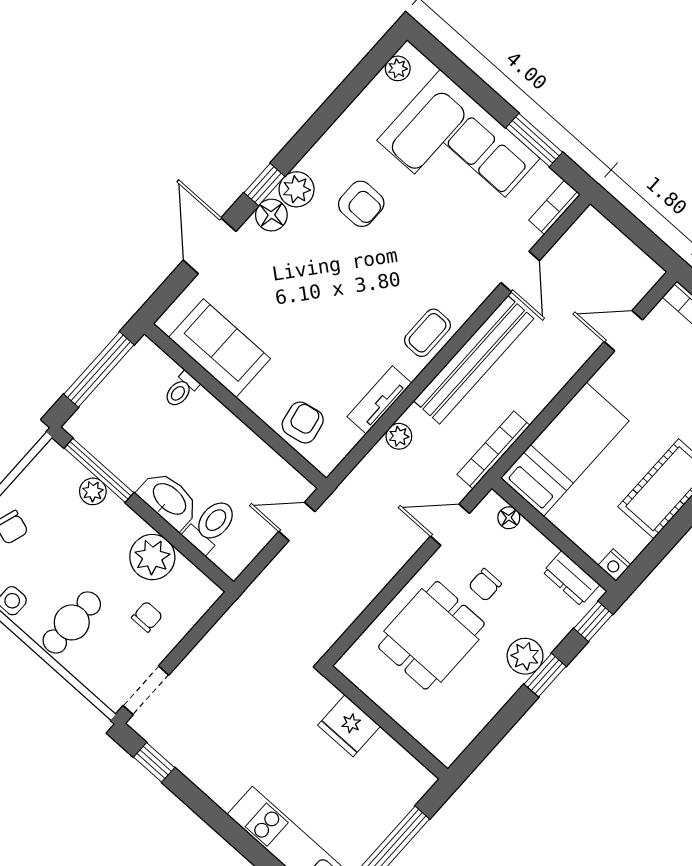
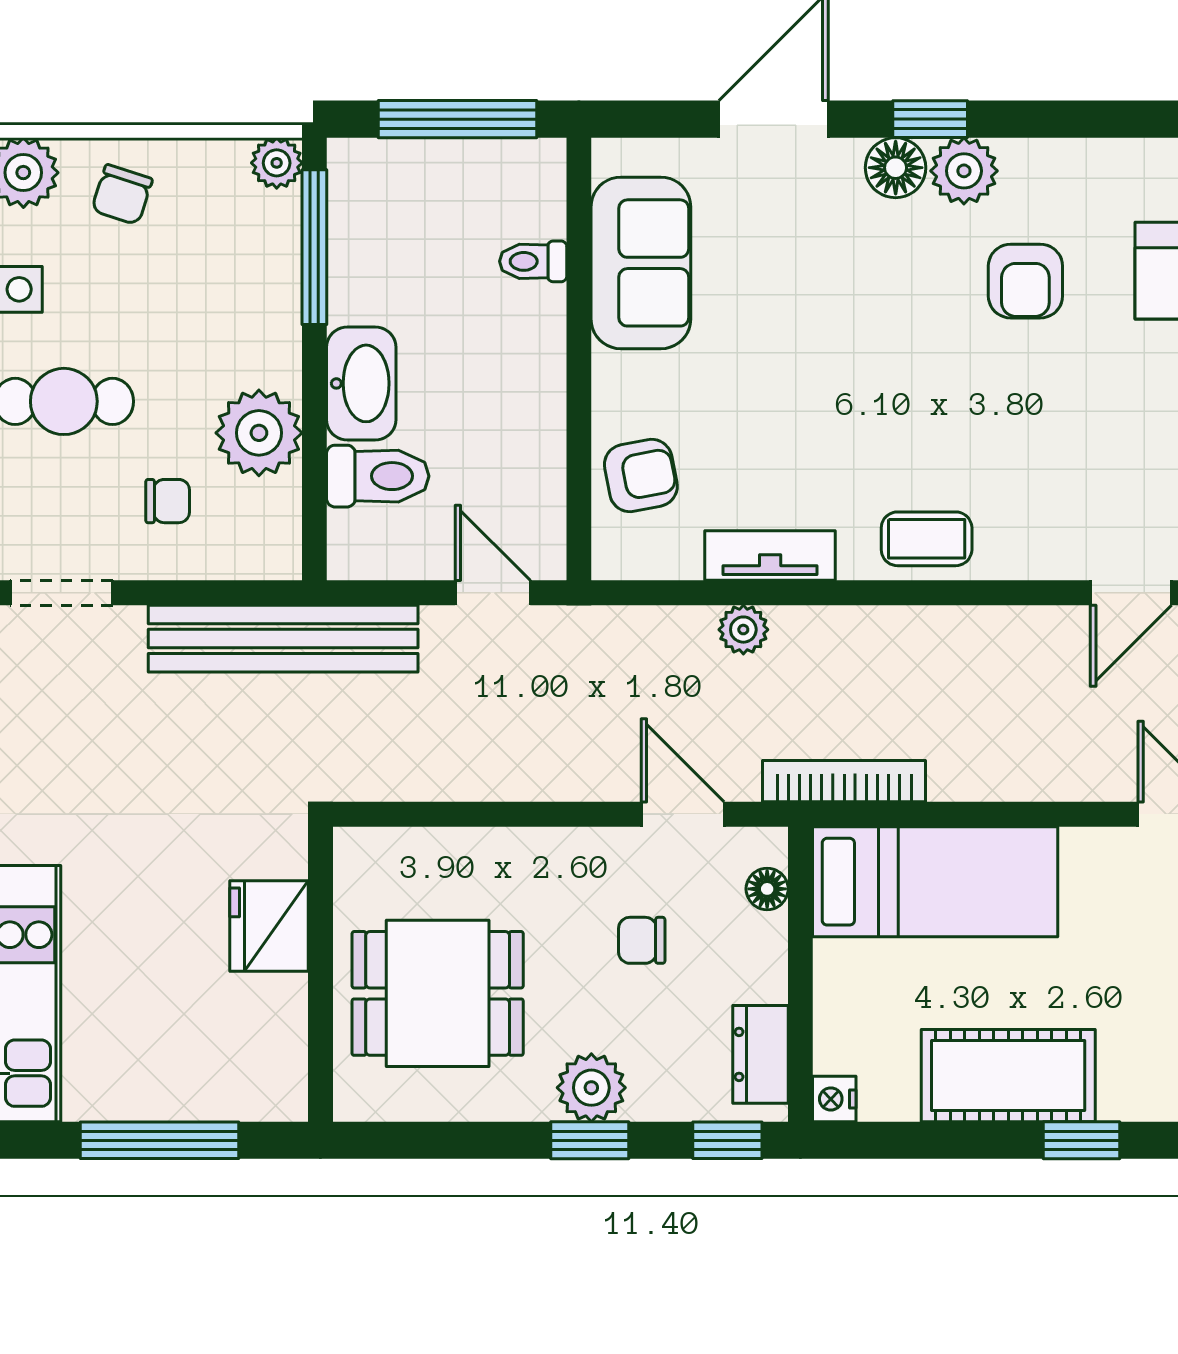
bench: (474, 360) -> (283, 639), moved
plant: (93, 491) -> (277, 163), moved
dining table: (431, 635) -> (438, 993), moved

